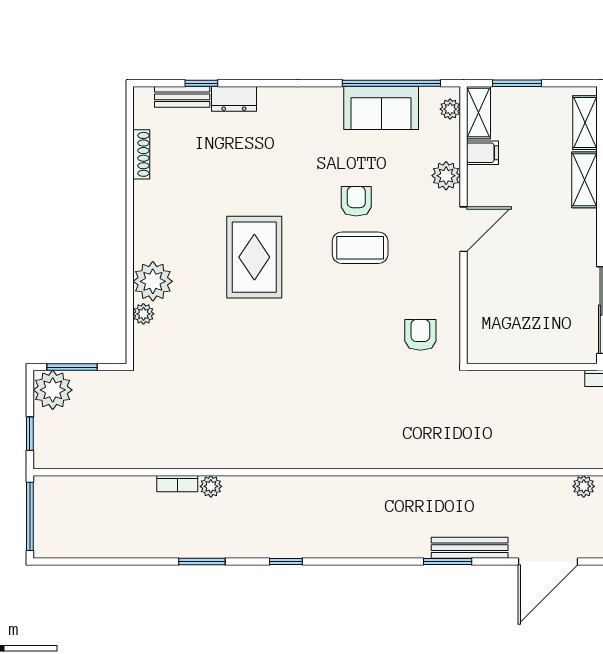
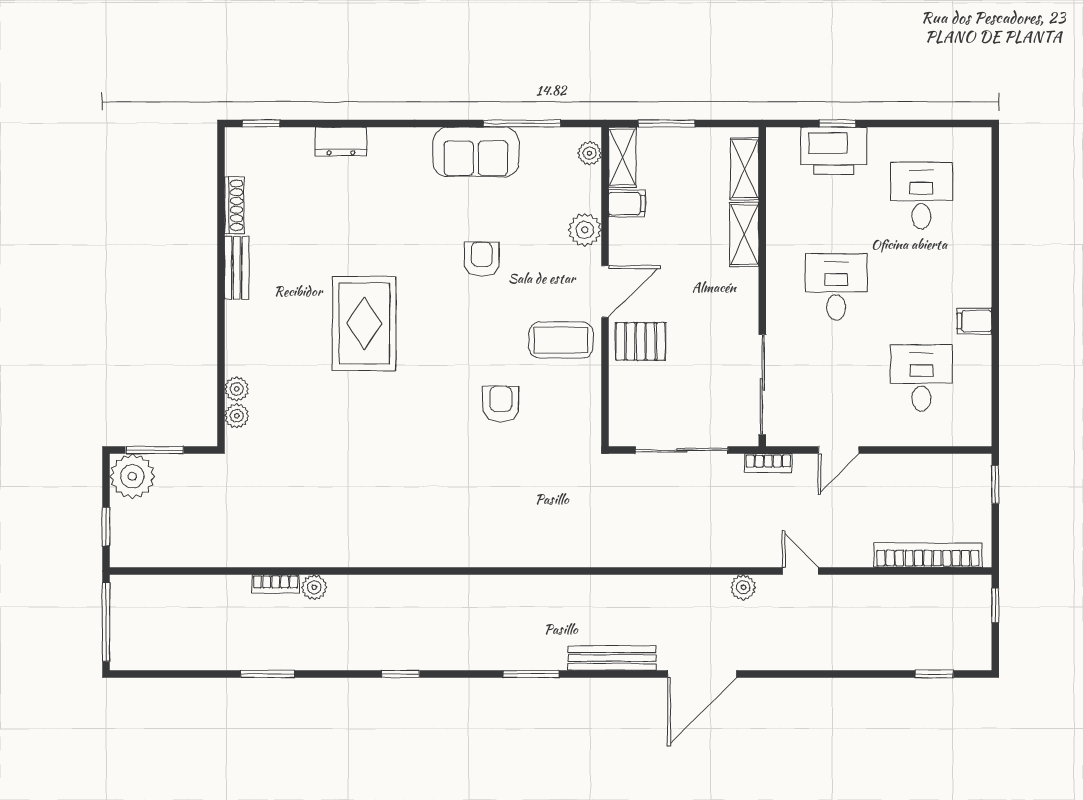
window: (201, 83) -> (261, 123), moved
window: (391, 83) -> (522, 123), width x0.68
bench: (182, 97) -> (237, 268), moved, turned 90
sofa: (381, 108) -> (476, 152), moved
coffee table: (360, 248) -> (561, 340), moved
pallet: (494, 273) -> (641, 341), added
plant: (153, 281) -> (237, 416), moved, width x0.53, depth x0.53
armchair: (420, 335) -> (501, 404), moved
sliding door: (530, 367) -> (682, 450), added
window: (202, 562) -> (268, 674), moved
window: (448, 562) -> (531, 674), moved

